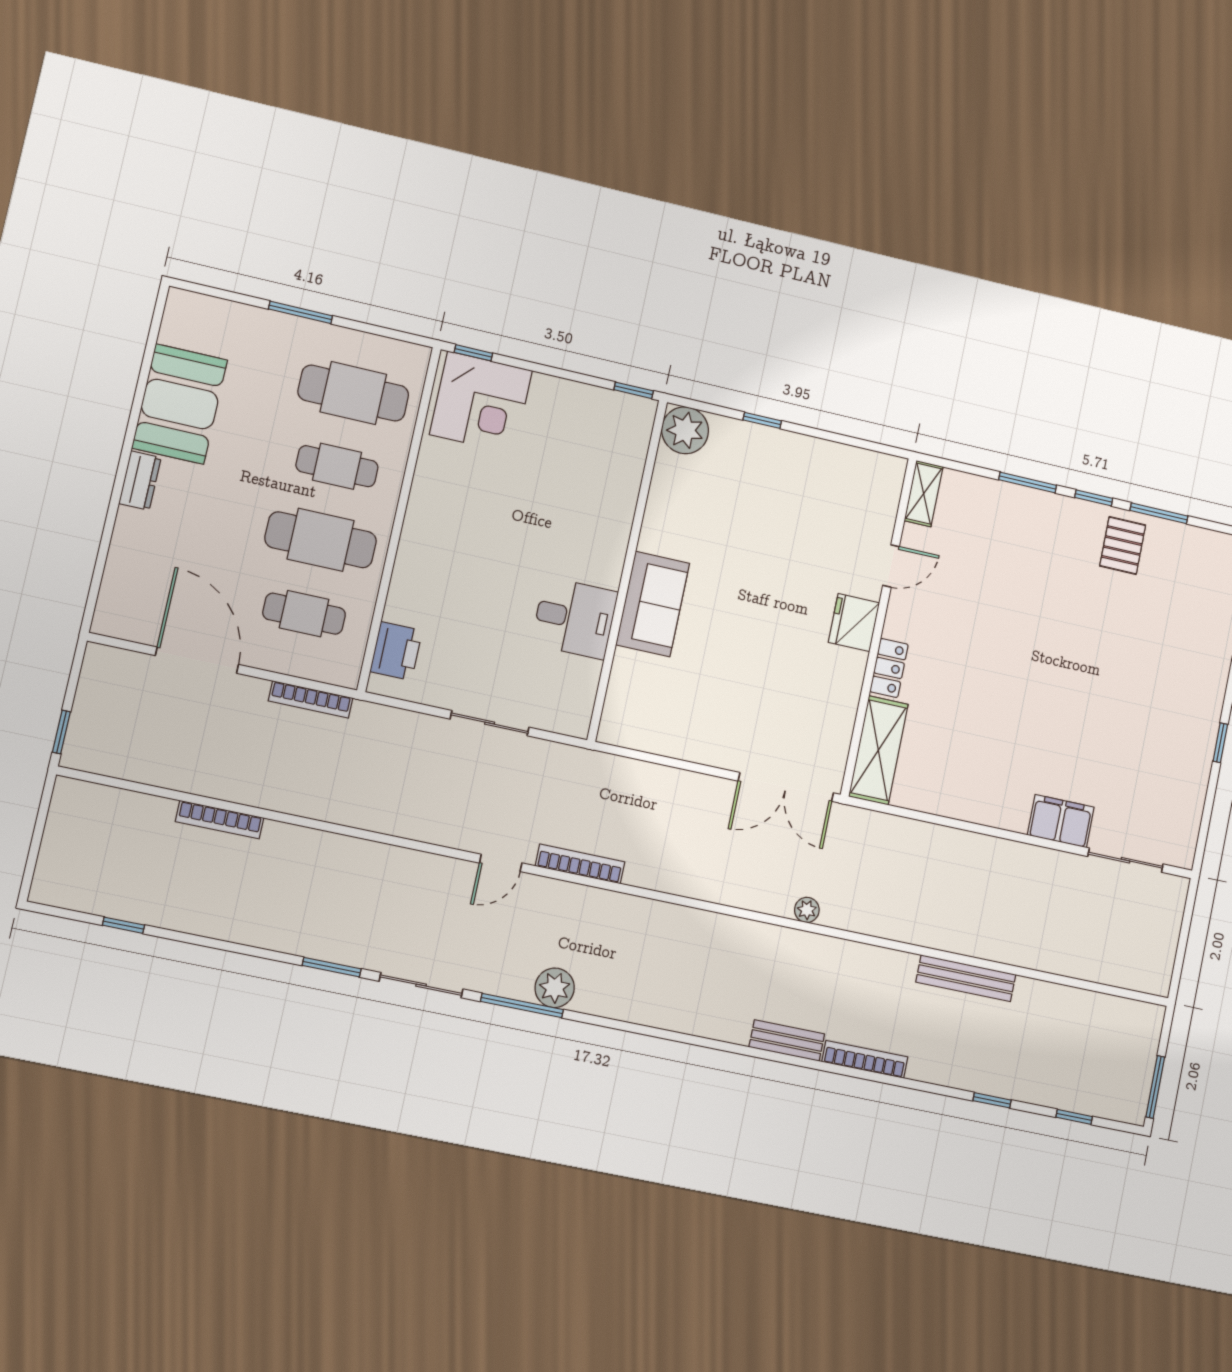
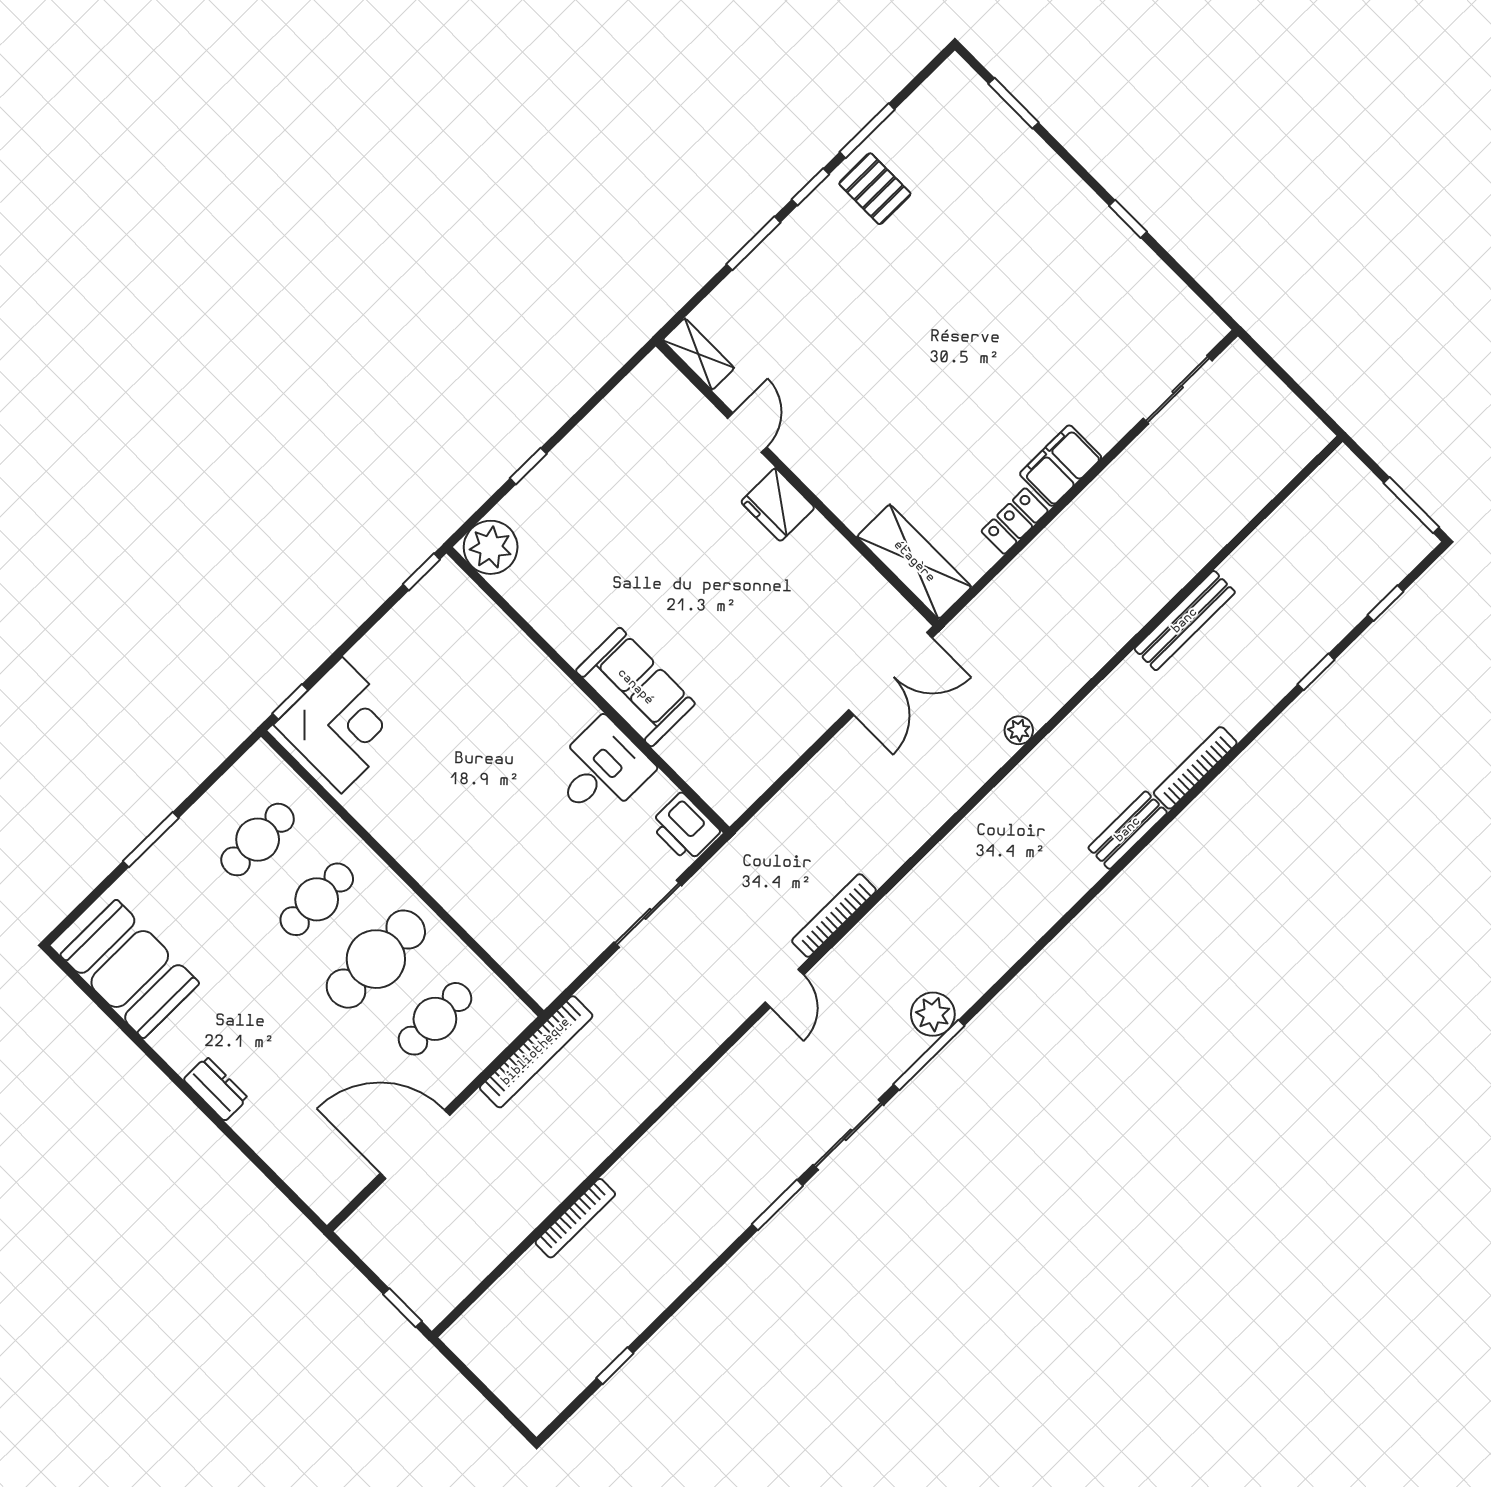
cafe table: (353, 393) -> (258, 840), width x0.73, depth x0.74
booth: (180, 404) -> (130, 969), moved
printer: (396, 651) -> (685, 828), moved, turned 180
locker: (889, 668) -> (1015, 521), moved, turned -90
bookcase: (311, 699) -> (536, 1052), width x1.48, depth x1.31
filing cabinet: (1061, 821) -> (1061, 466), moved

